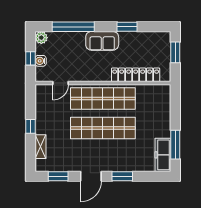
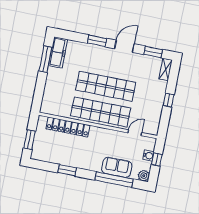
sofa: (102, 41) -> (117, 167), moved
shelving: (40, 147) -> (166, 69), moved

